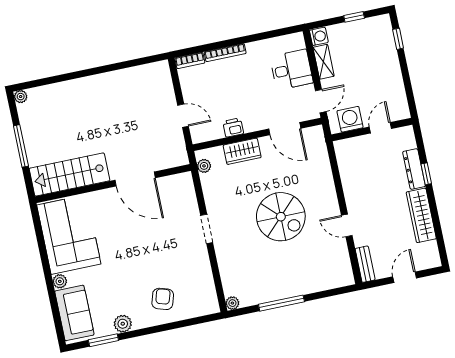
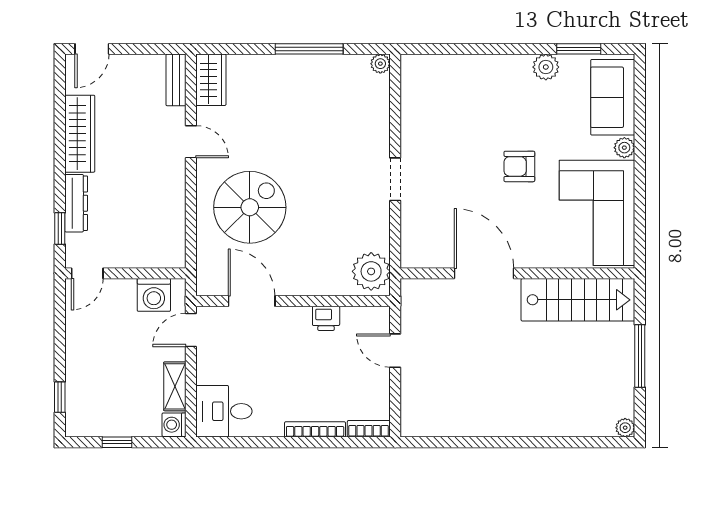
desk: (291, 70) -> (224, 411), moved
door: (380, 128) -> (87, 273), moved
wardrobe: (242, 151) -> (211, 80), moved, turned 90
plant: (204, 166) -> (371, 271), width x1.88, depth x1.88
window: (426, 174) -> (60, 229), moved
spiral stairs: (281, 217) -> (250, 207), moved, turned 90
door: (405, 277) -> (92, 49), moved
armchair: (163, 299) -> (519, 166), moved, turned 73

